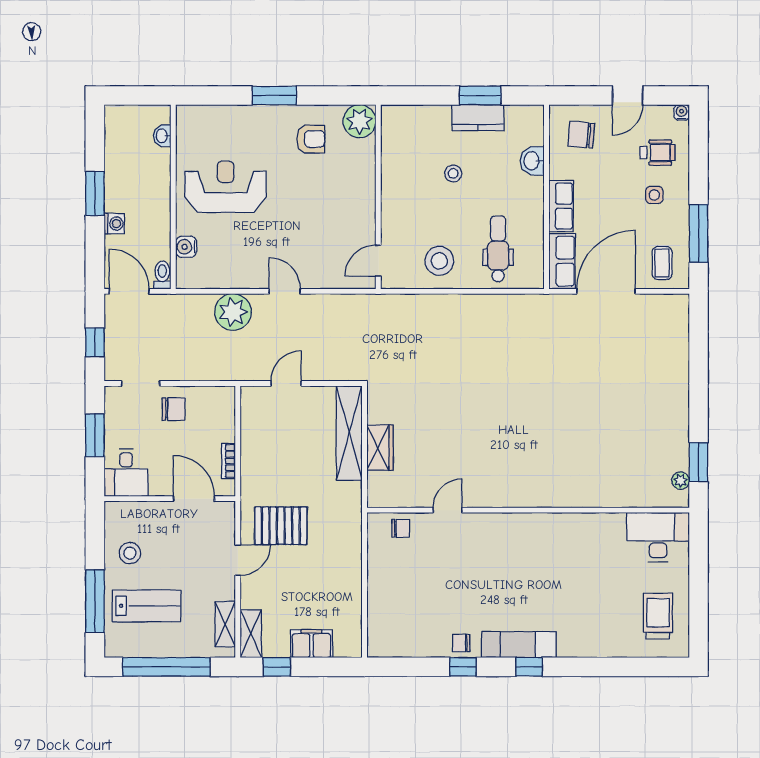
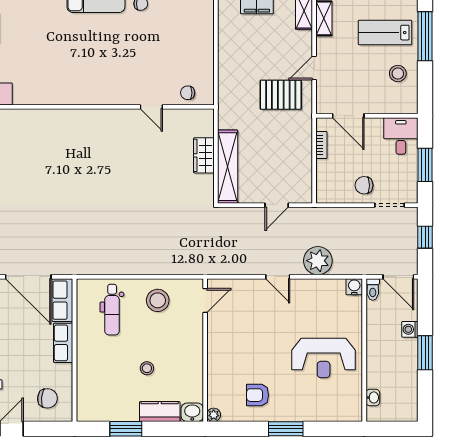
kitchen counter: (478, 118) -> (160, 412), moved
plant: (360, 121) -> (214, 415), width x0.53, depth x0.53
washbasin: (532, 161) -> (192, 412), moved, turned -90
water cooler: (186, 247) -> (354, 287), moved, turned -90
door: (606, 291) -> (28, 277), hinge flipped
door: (448, 510) -> (151, 107), hinge flipped

